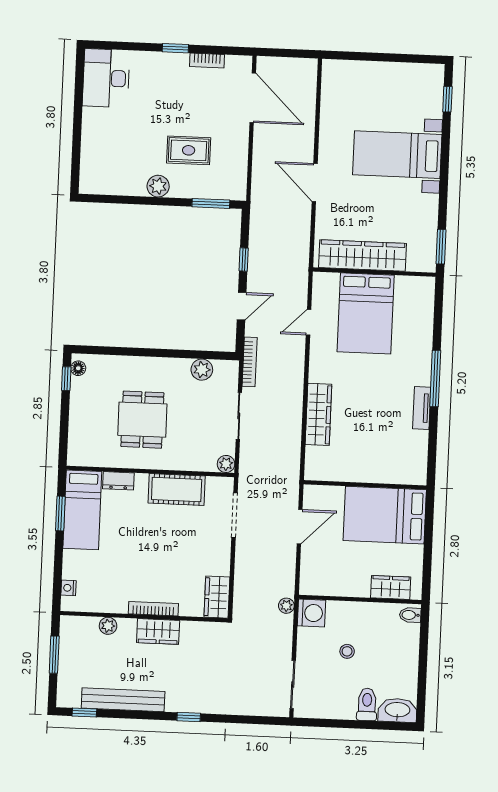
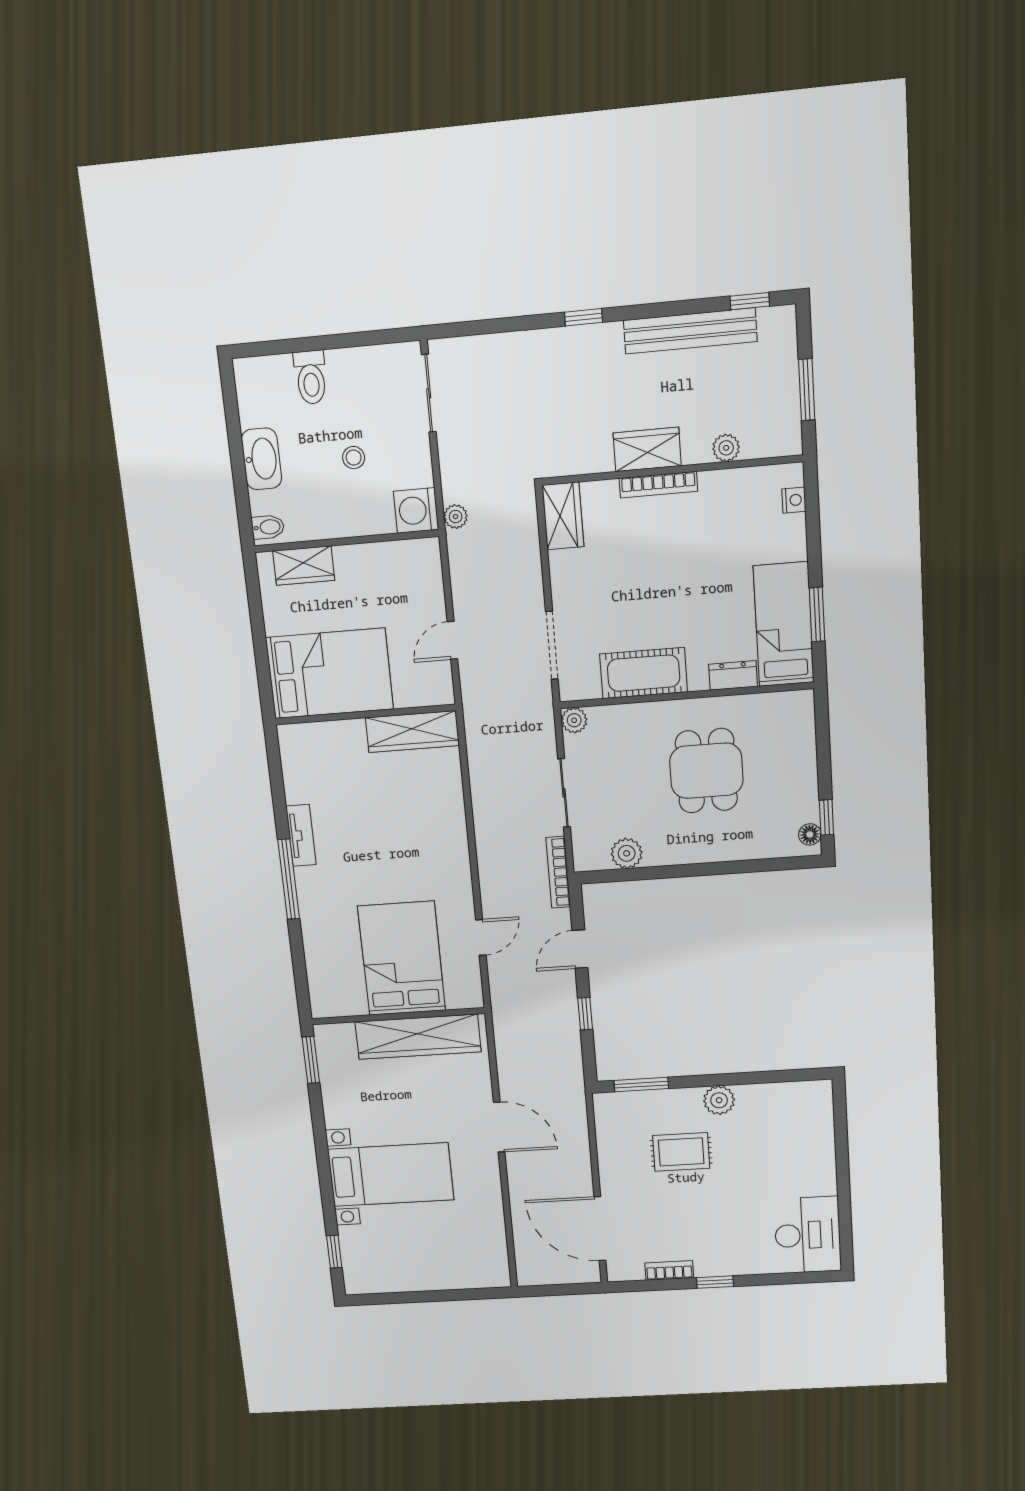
wardrobe: (318, 414) -> (412, 732), moved, turned -90
door: (300, 527) -> (452, 640), width x0.73
washbasin: (397, 710) -> (261, 459), moved, turned -90

